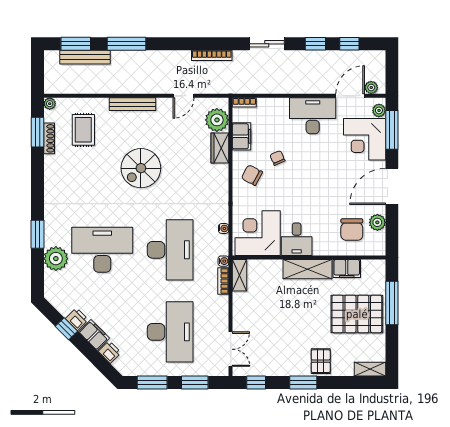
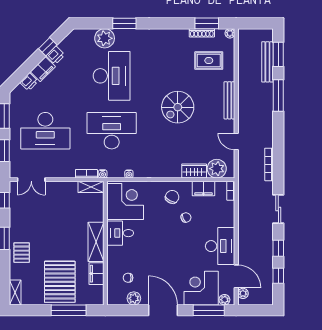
spiral stairs: (141, 168) -> (178, 107), turned -90
chair: (352, 230) -> (128, 278), width x0.54, depth x0.54
desk: (170, 250) -> (112, 131), turned 180
pallet: (321, 361) -> (22, 253), turned 90

